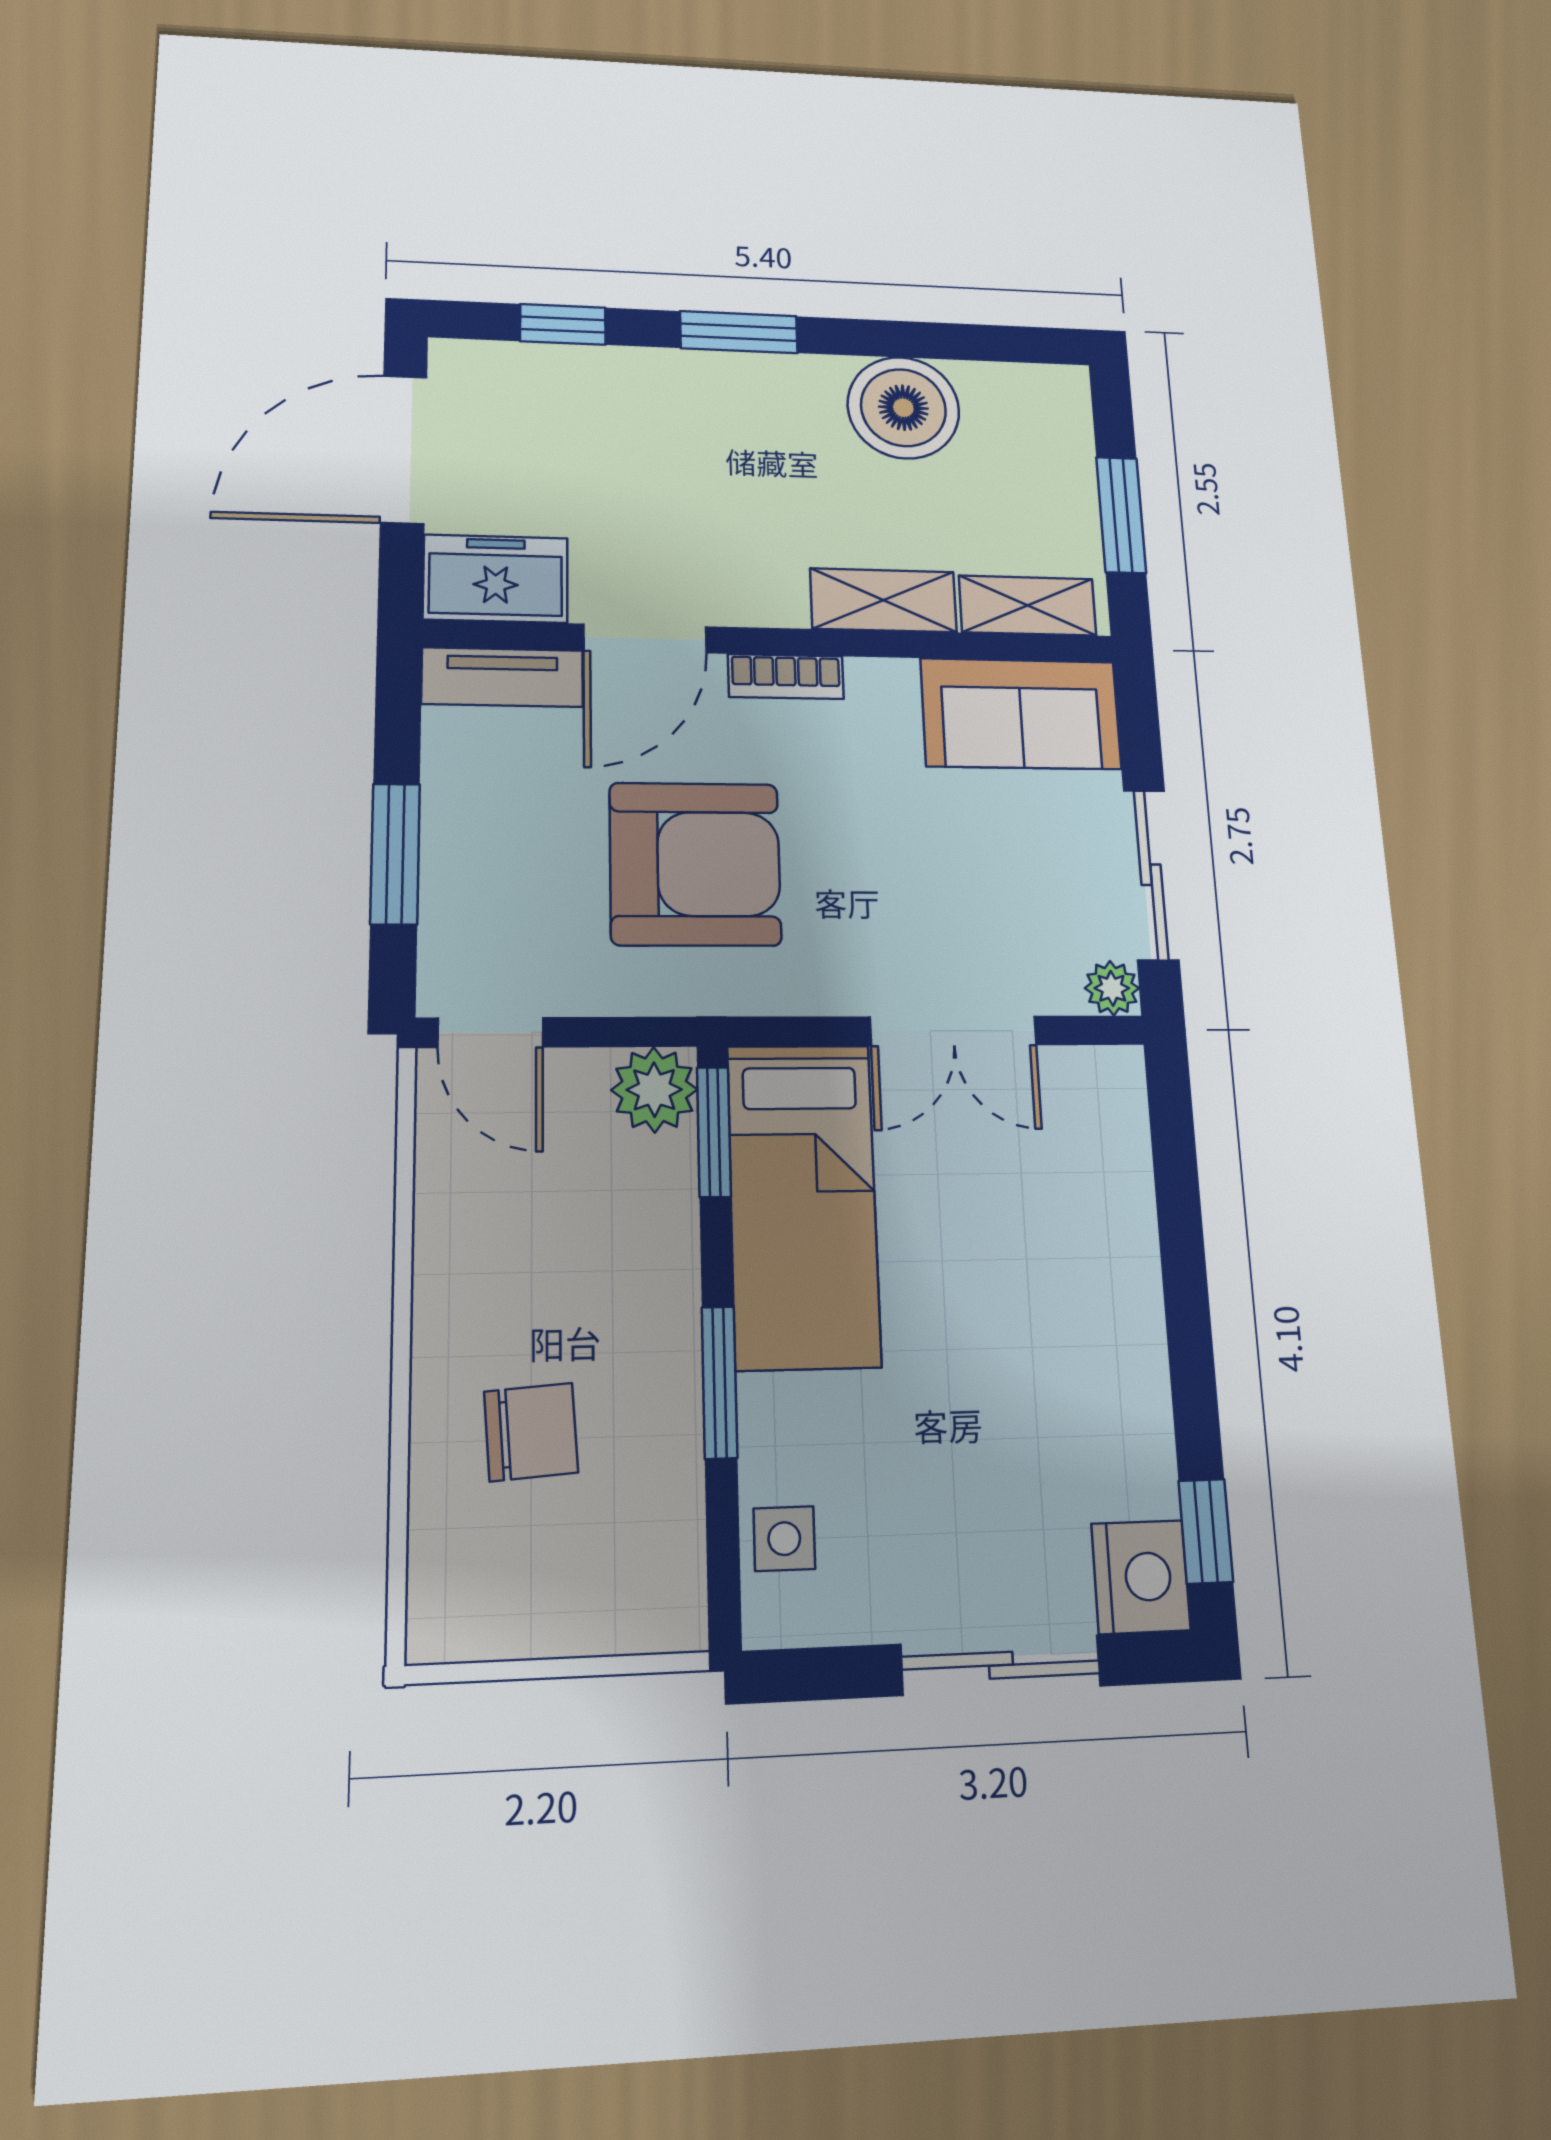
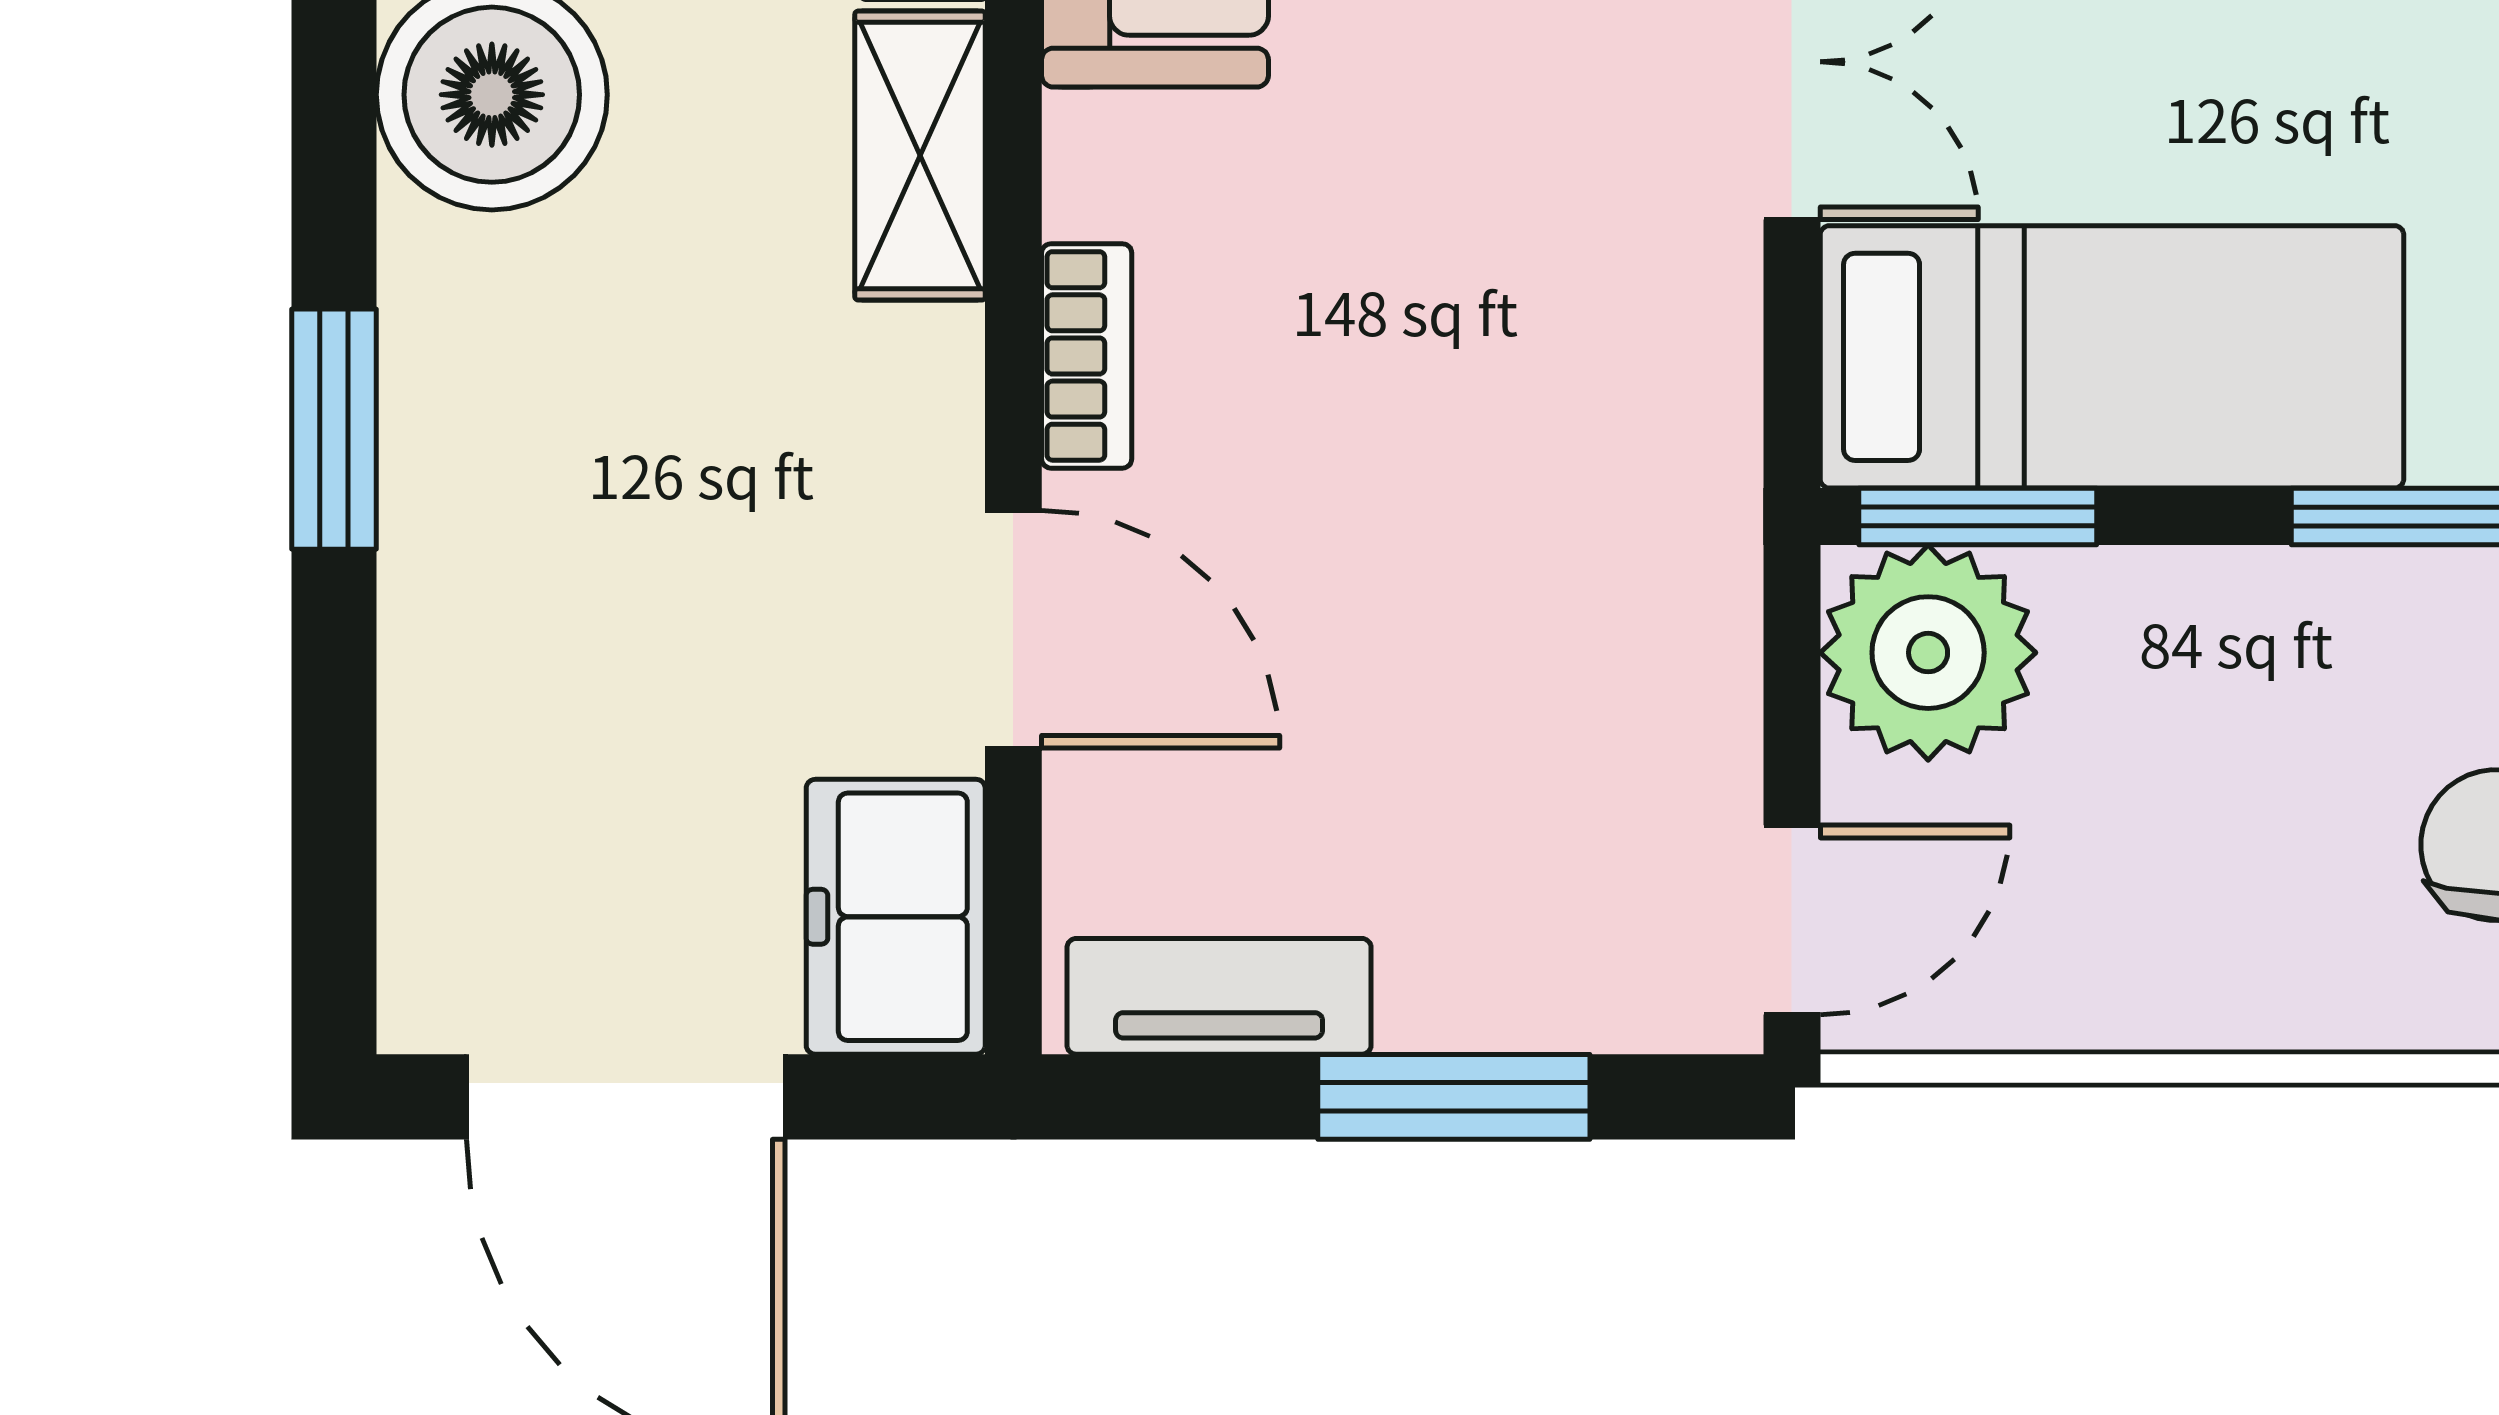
window: (563, 324) -> (334, 786), removed
tv unit: (502, 677) -> (1219, 996), moved, turned -90
armchair: (695, 864) -> (1469, 541), removed
plant: (654, 1090) -> (1928, 653), width x1.36, depth x1.36

